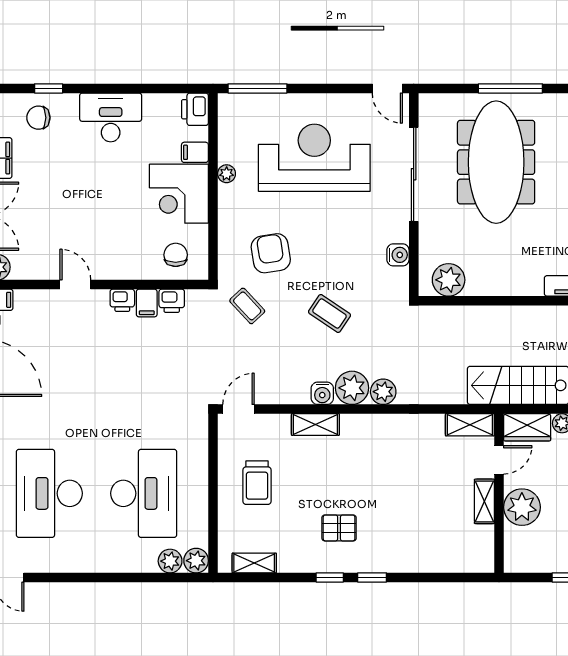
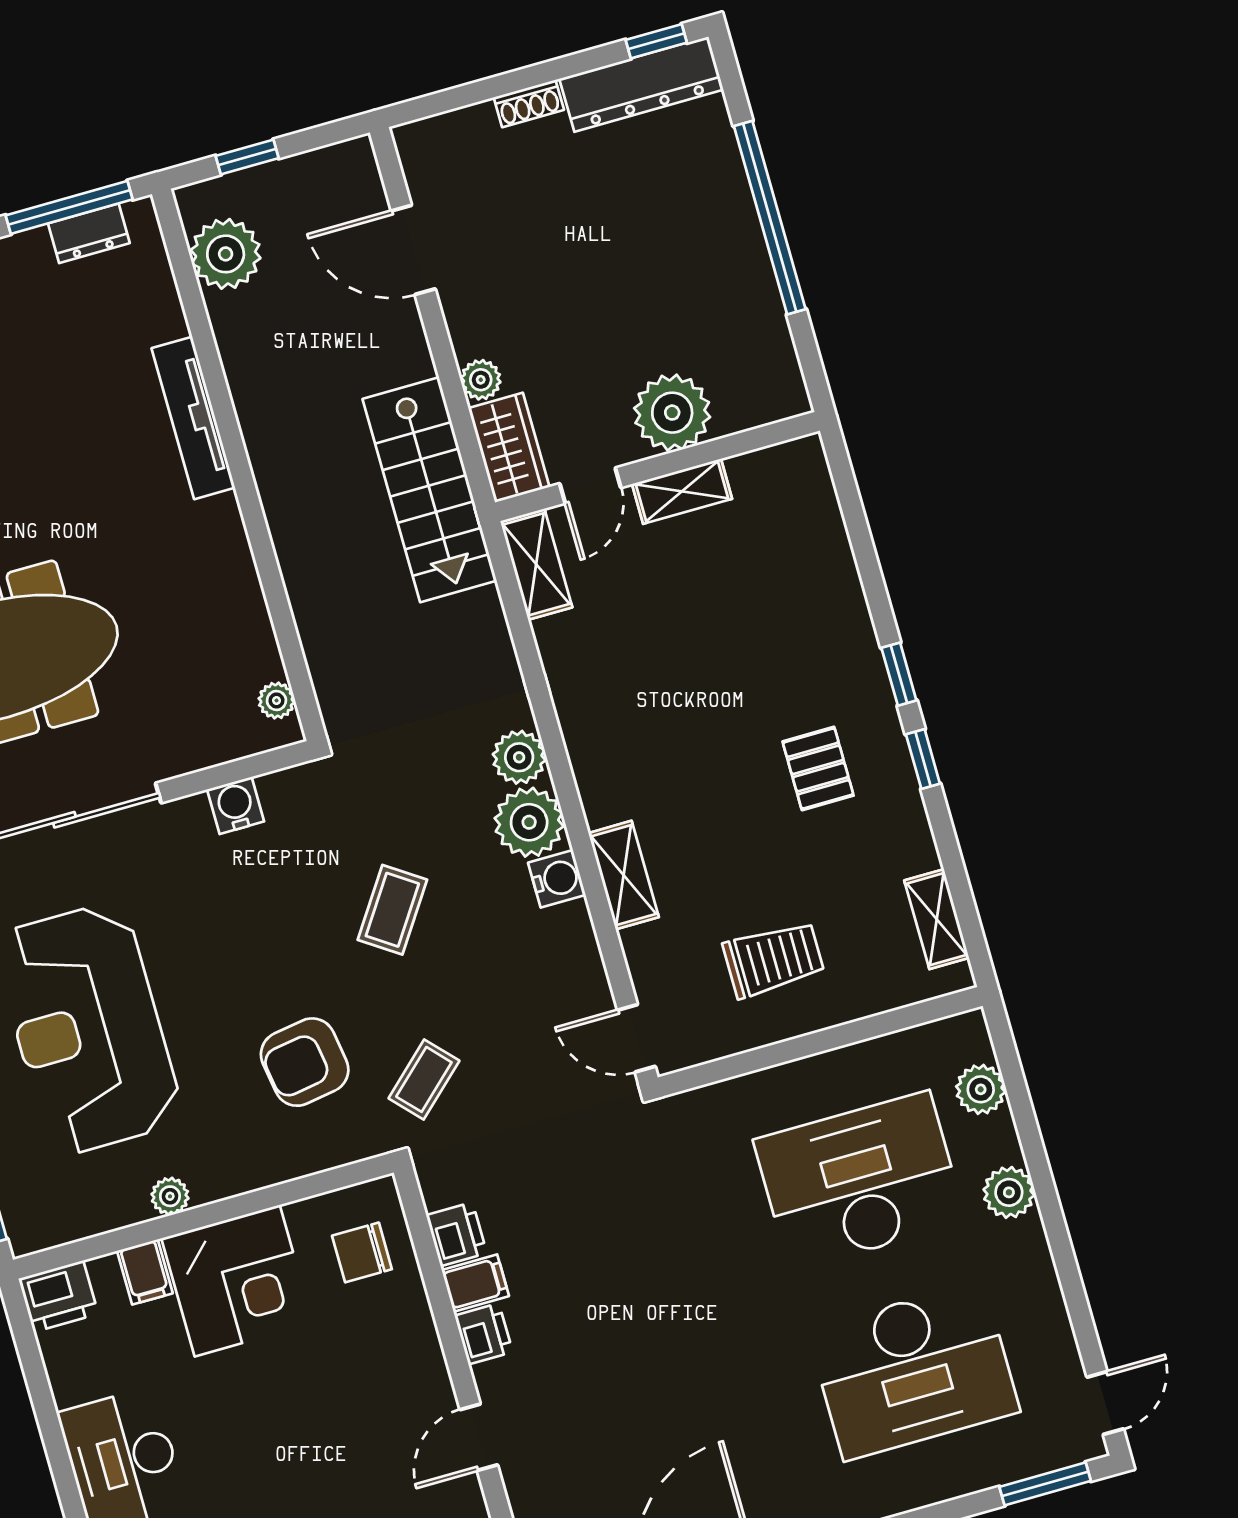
plant: (449, 280) -> (277, 700), width x0.53, depth x0.53
door: (499, 460) -> (590, 486), swing flipped
plant: (196, 561) -> (1009, 1192), moved

